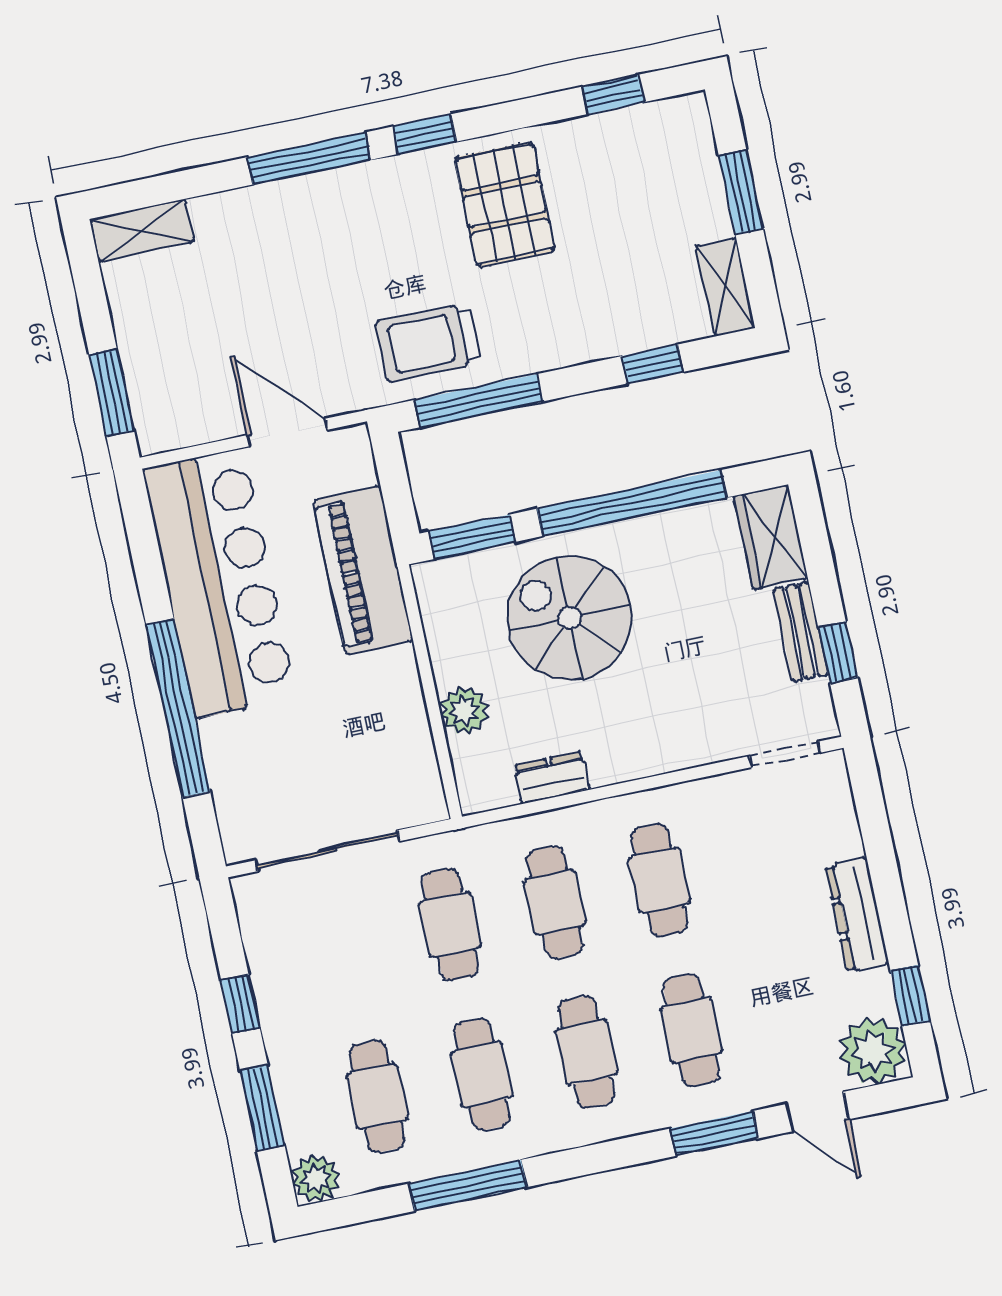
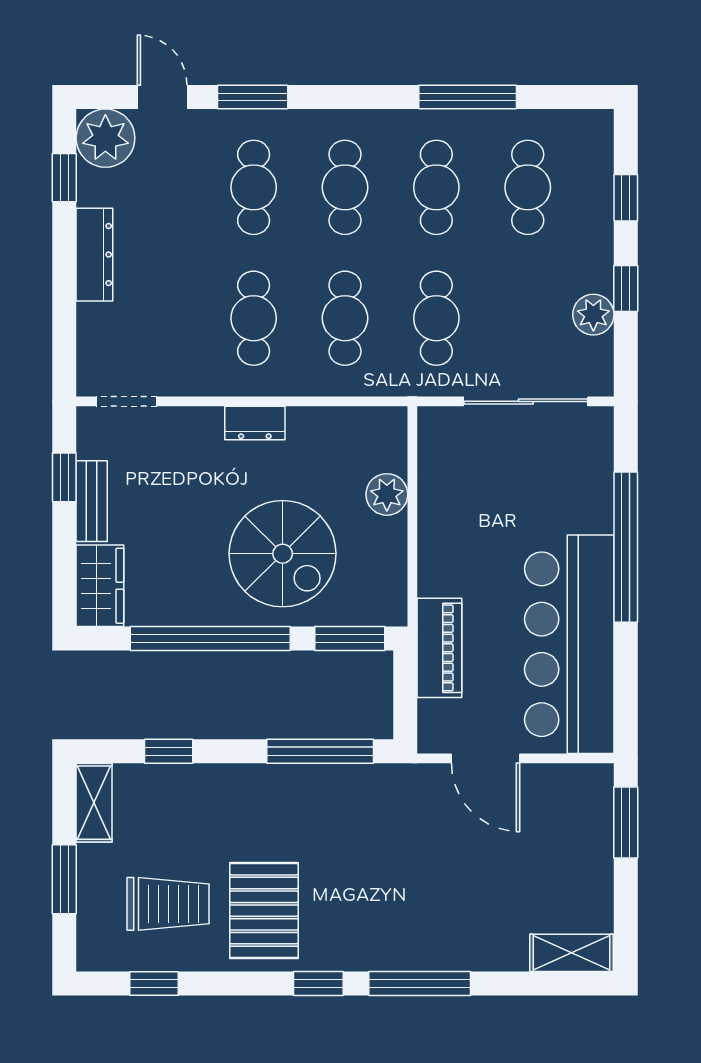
trolley: (428, 342) -> (168, 904), moved
piano: (363, 570) -> (439, 648), width x0.73, depth x0.75
dresser: (552, 778) -> (255, 423), moved
window: (262, 1108) -> (626, 198), width x0.67
plant: (316, 1179) -> (593, 315), moved

